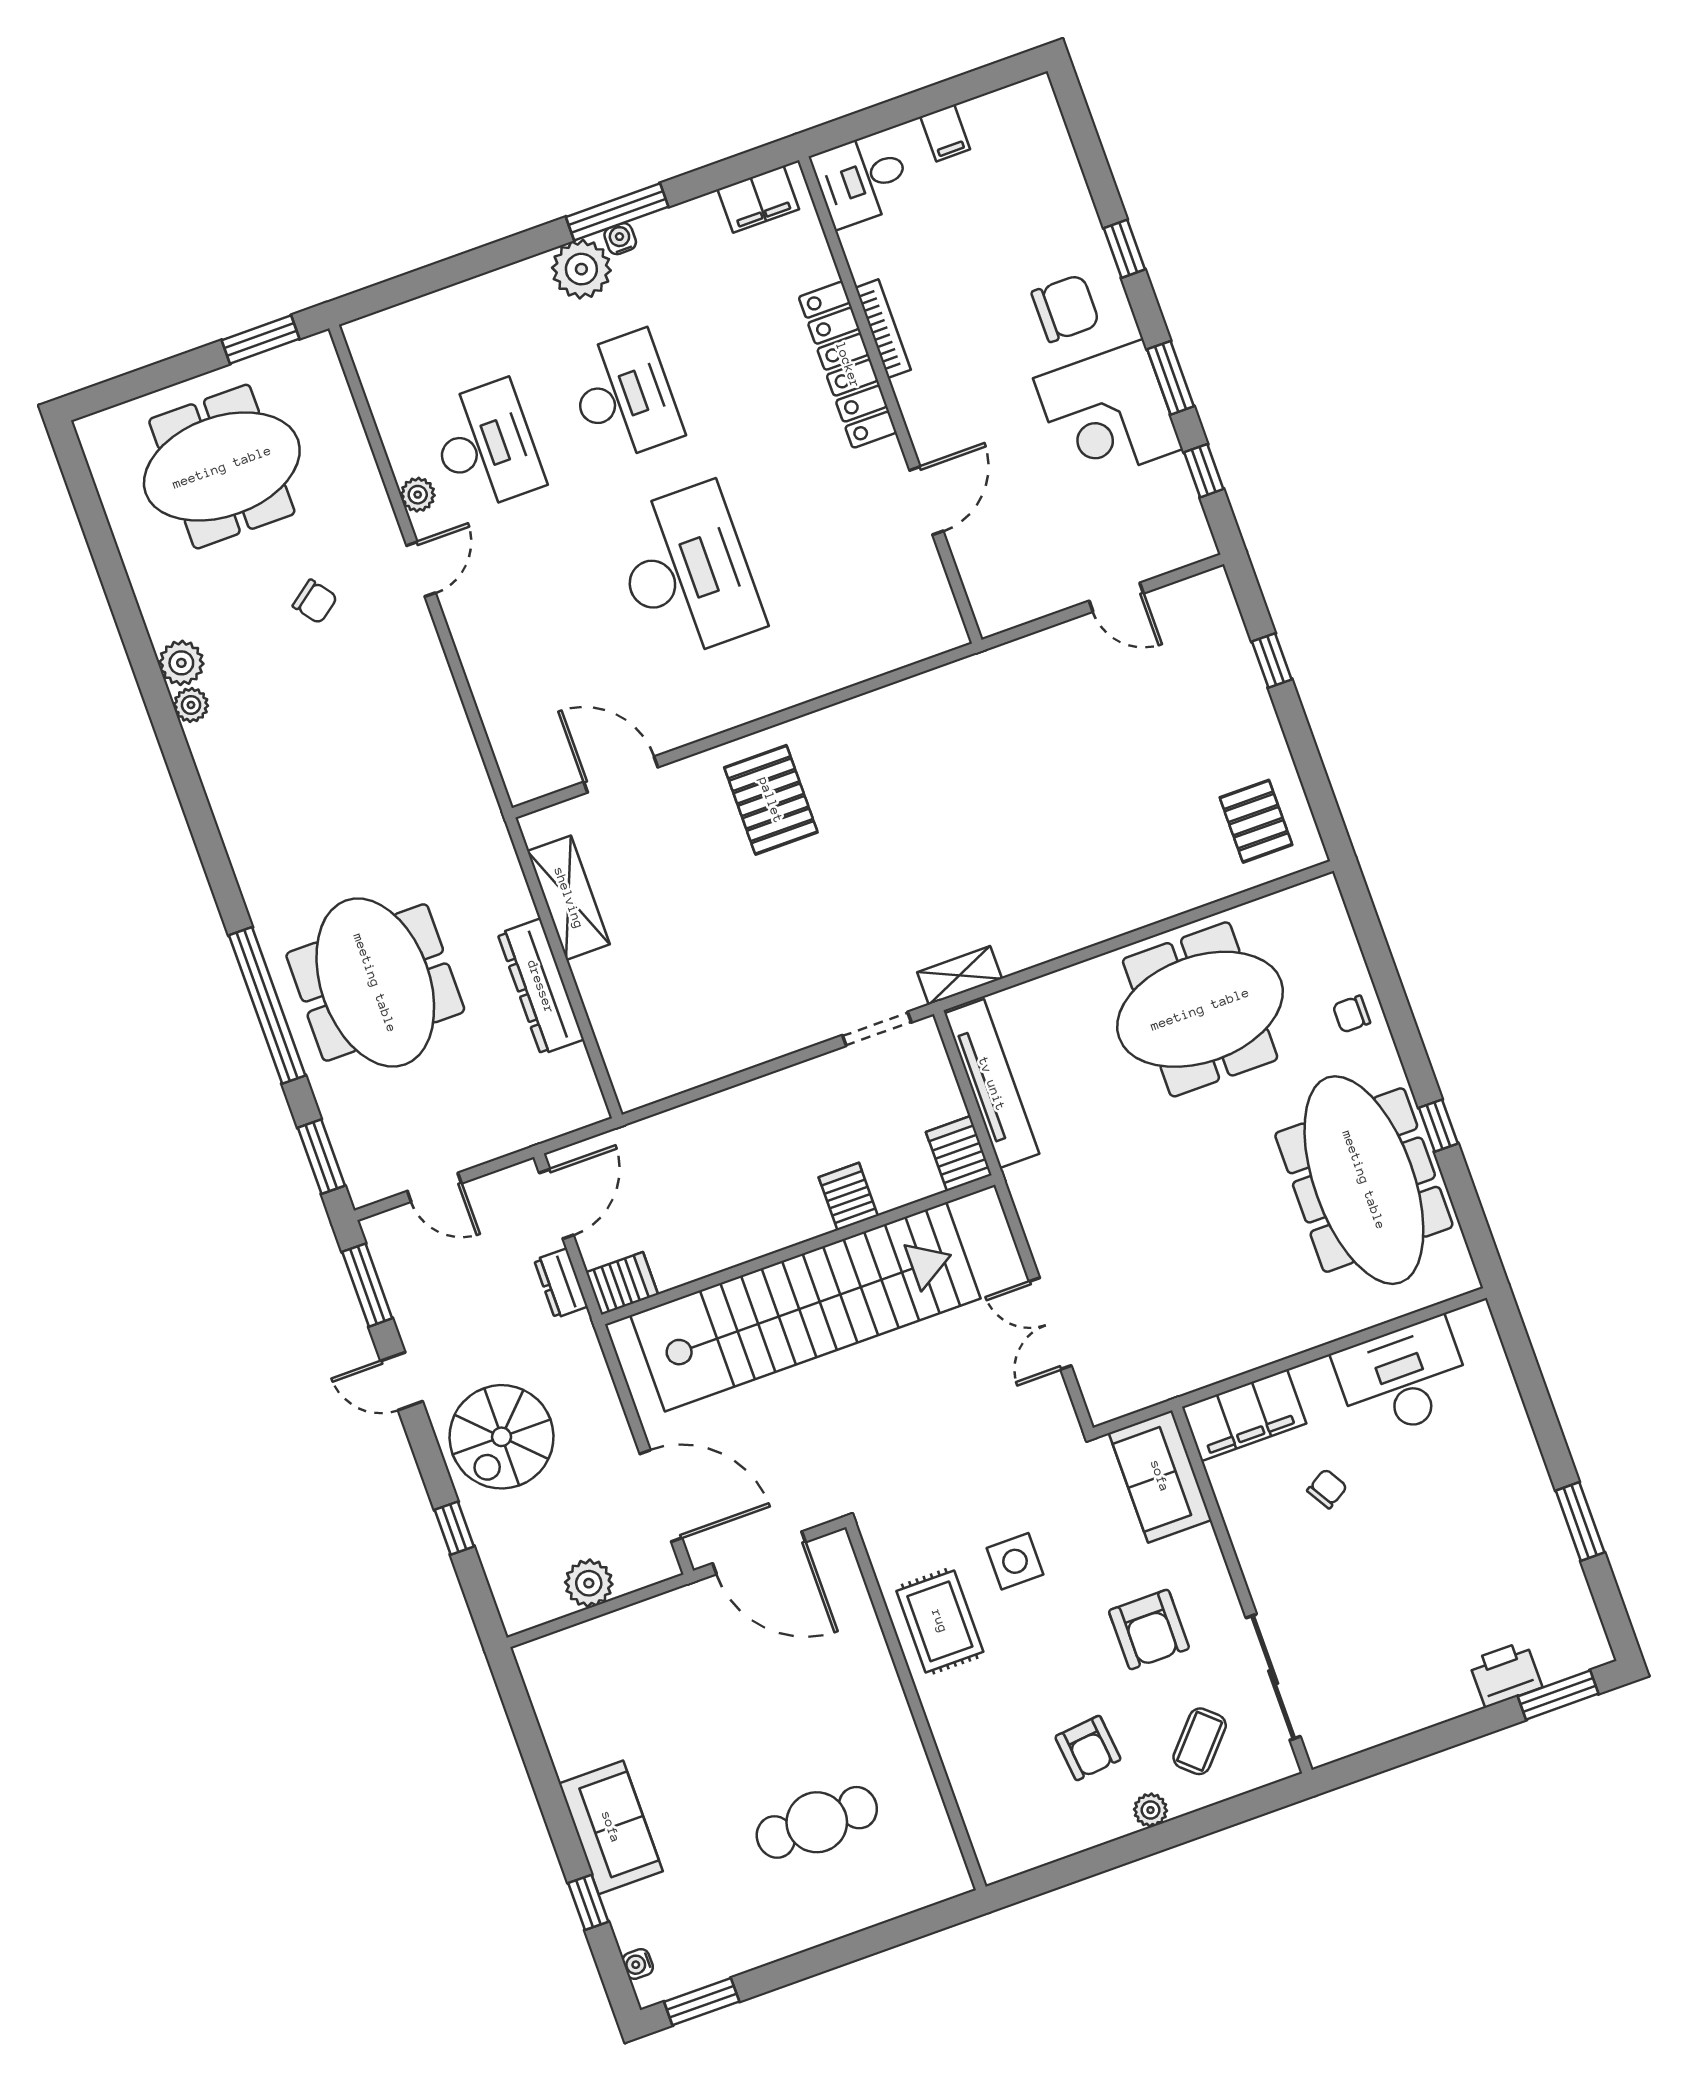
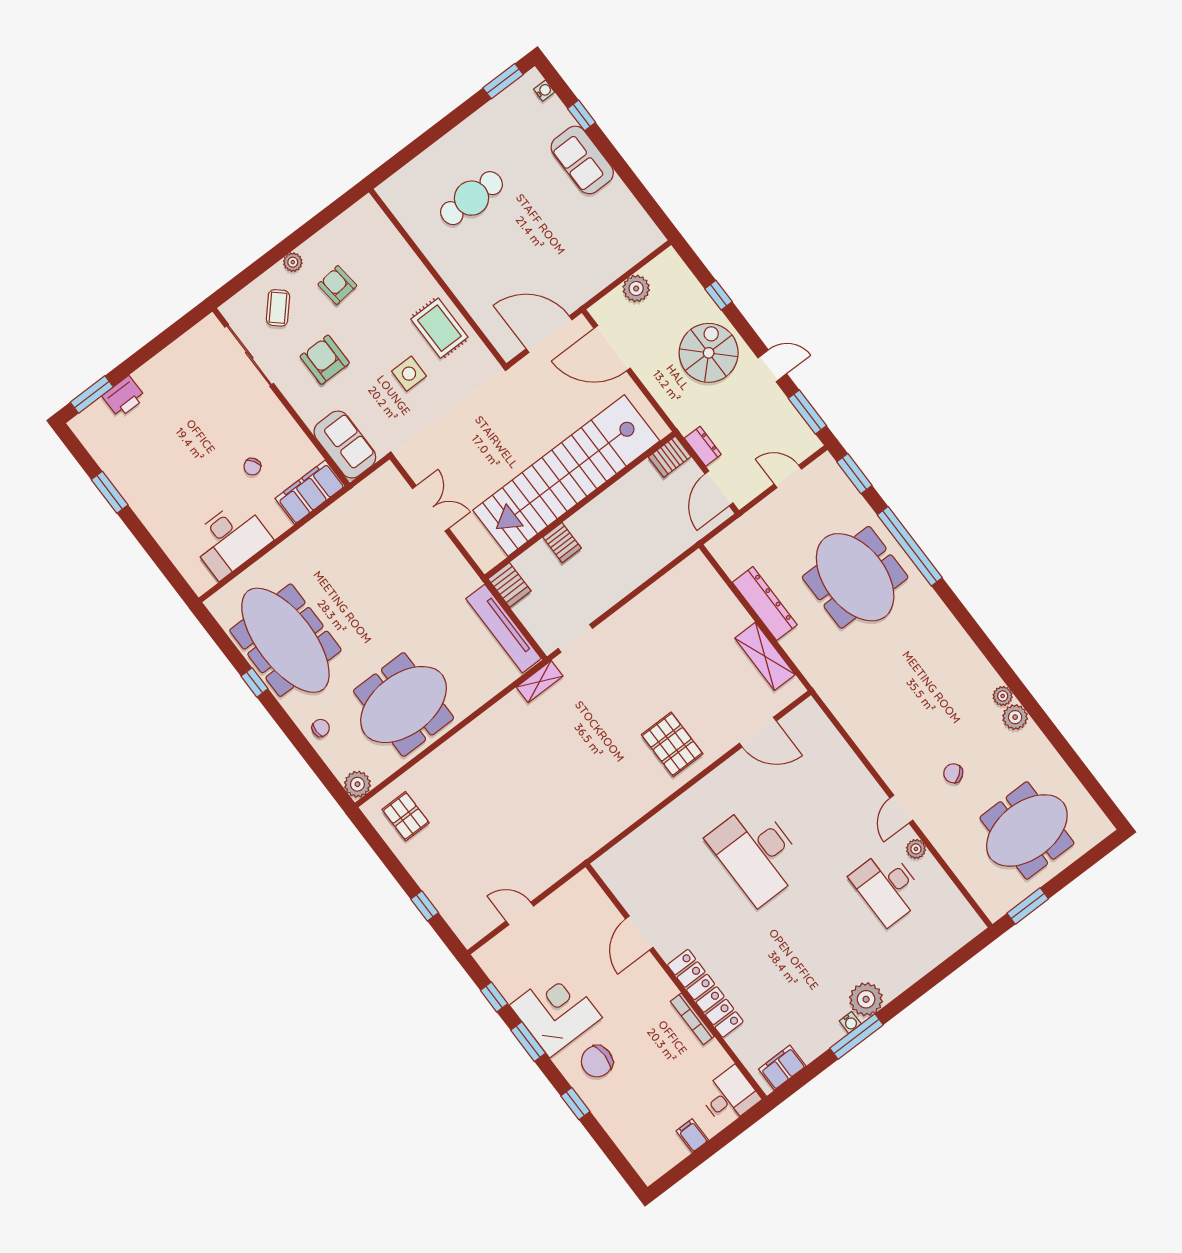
desk: (624, 396) -> (821, 938), removed
plant: (1320, 900) -> (357, 784), added

